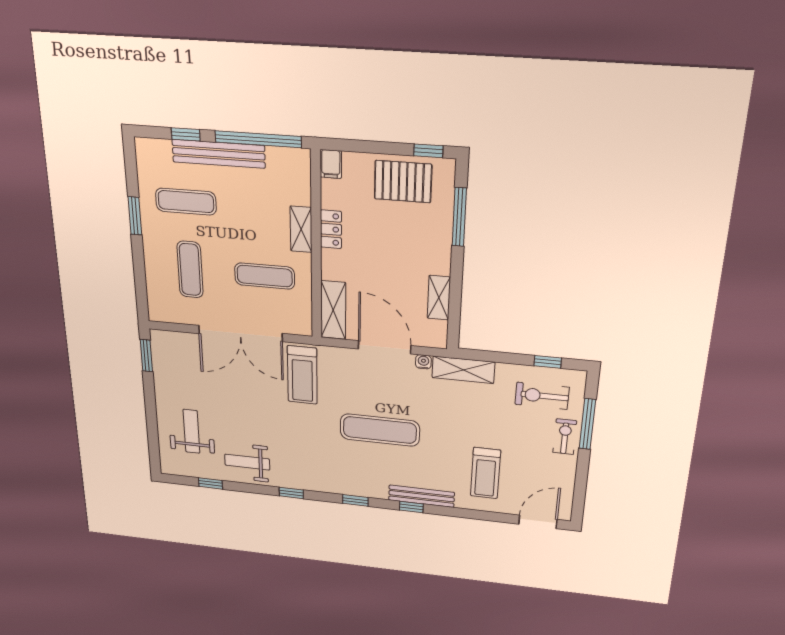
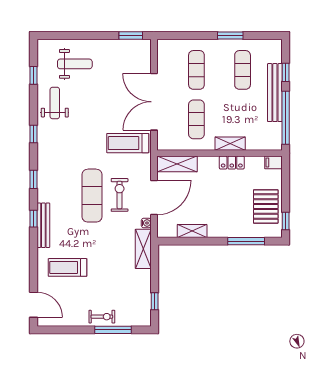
exercise mat: (190, 270) -> (196, 70), turned 90
exercise bike: (542, 396) -> (120, 195), moved

